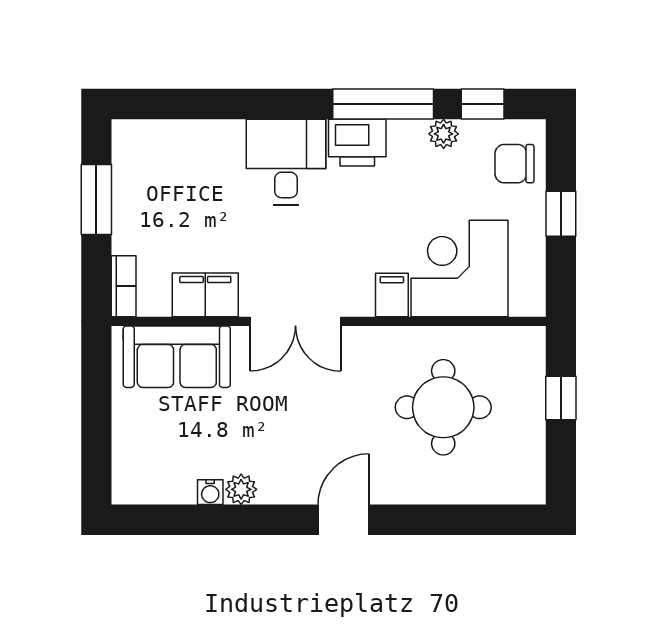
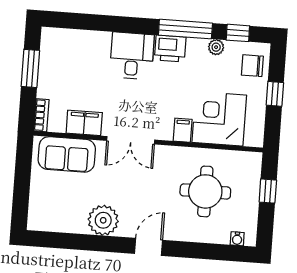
plant: (241, 489) -> (103, 220), width x1.88, depth x1.88
water cooler: (210, 492) -> (237, 239), moved

